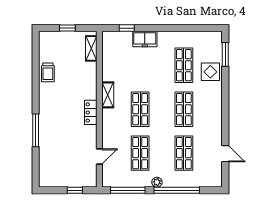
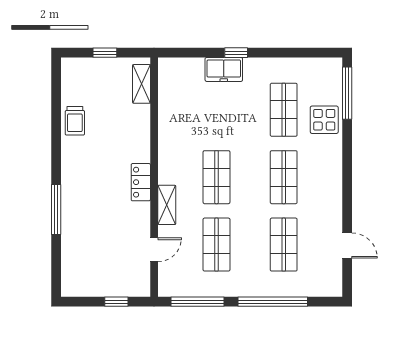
window: (127, 28) -> (236, 53), moved
window: (225, 54) -> (347, 93), width x1.44
shelving: (108, 95) -> (167, 205), moved
plant: (157, 182) -> (242, 289), removed

